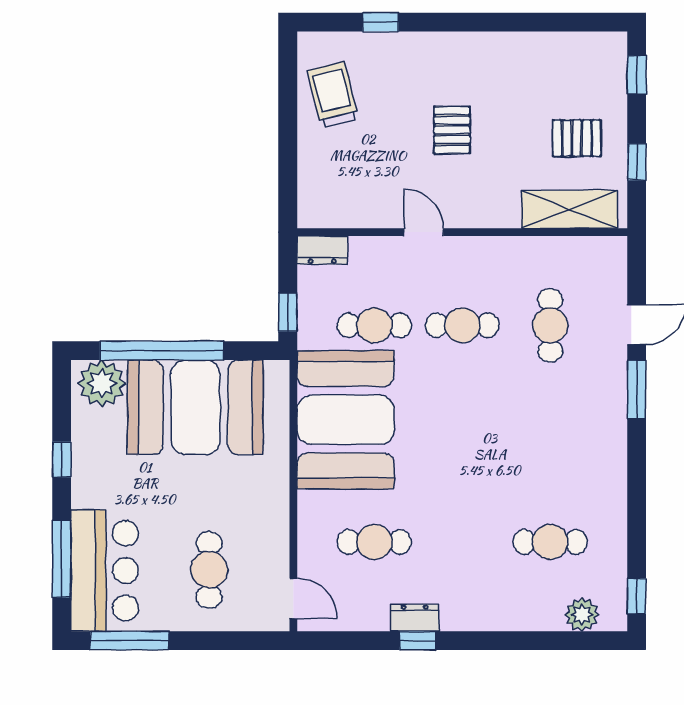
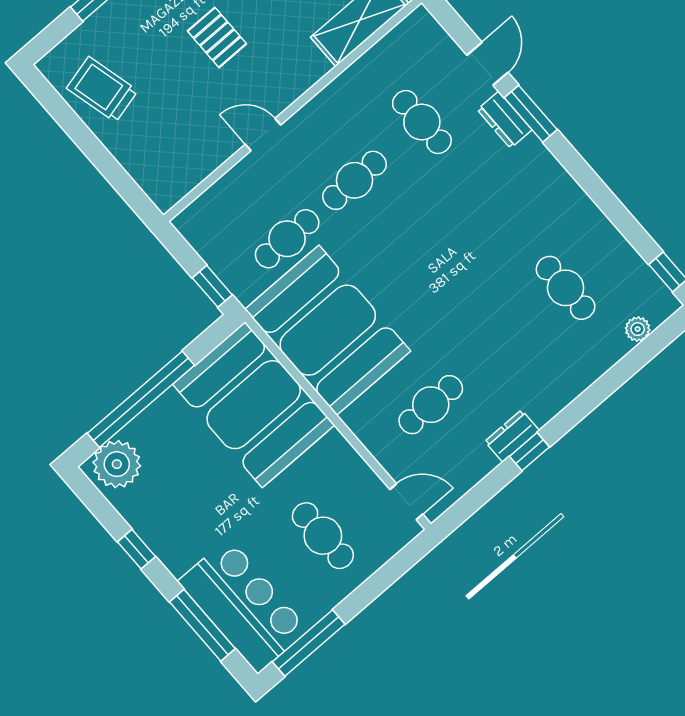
dresser: (322, 250) -> (505, 120), moved, turned 90
booth: (195, 407) -> (254, 405), moved, turned 90
cafe table: (550, 542) -> (566, 288), turned 90
plant: (582, 615) -> (638, 329), width x0.73, depth x0.73

